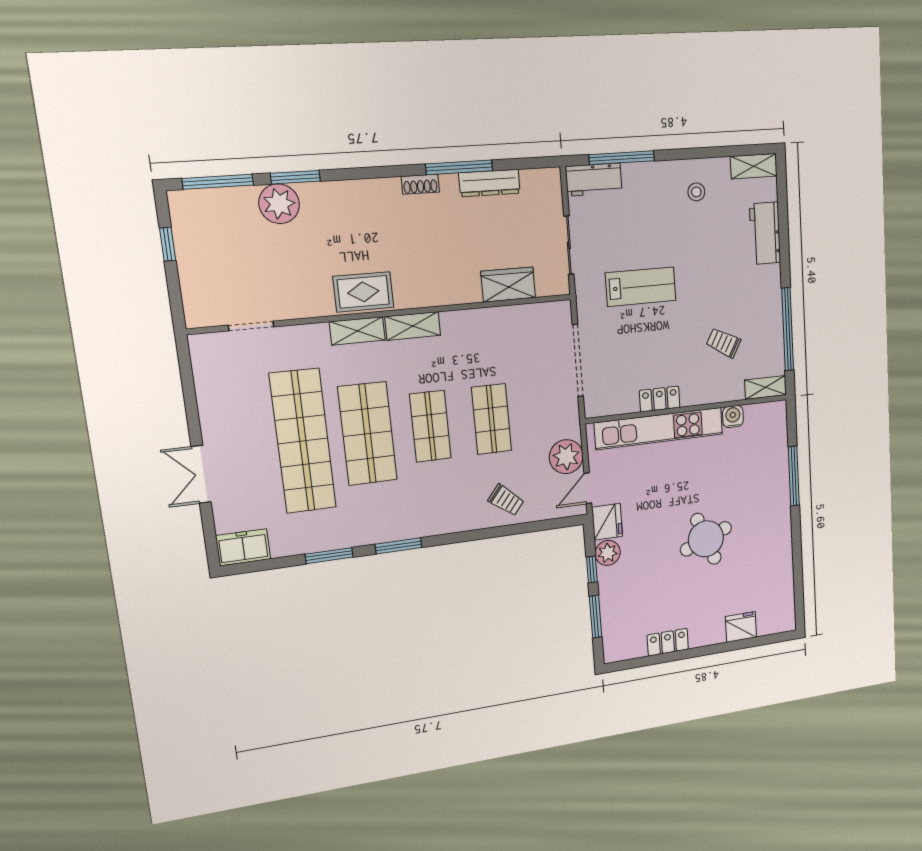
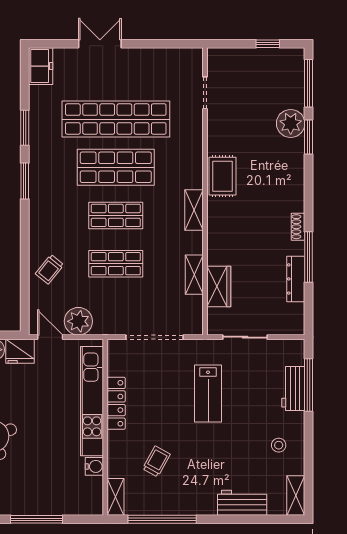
workbench: (594, 180) -> (293, 388), moved
shelving: (357, 331) -> (194, 275), moved
locker: (660, 399) -> (116, 403), width x1.53

